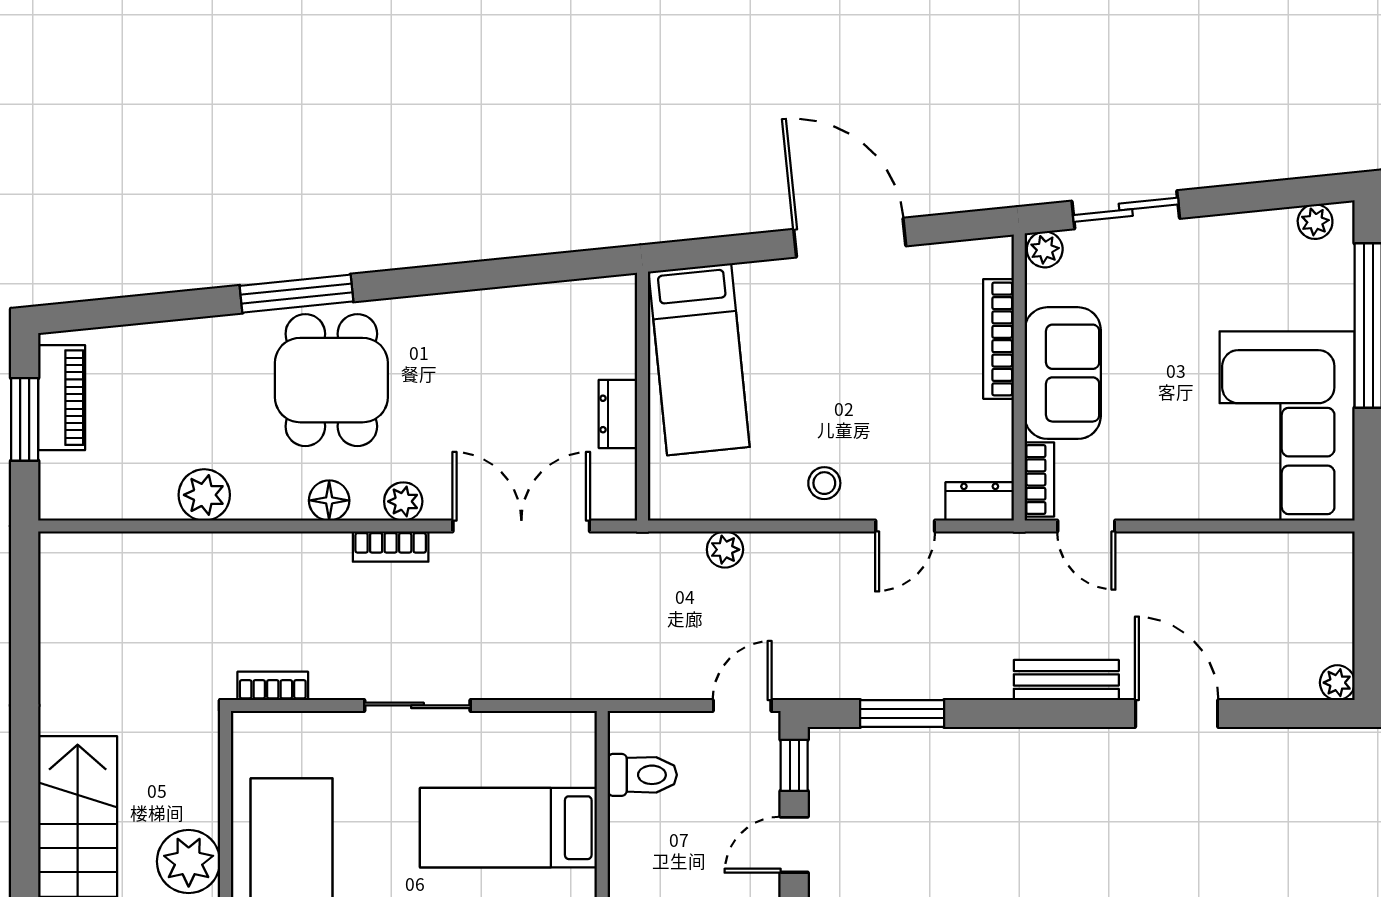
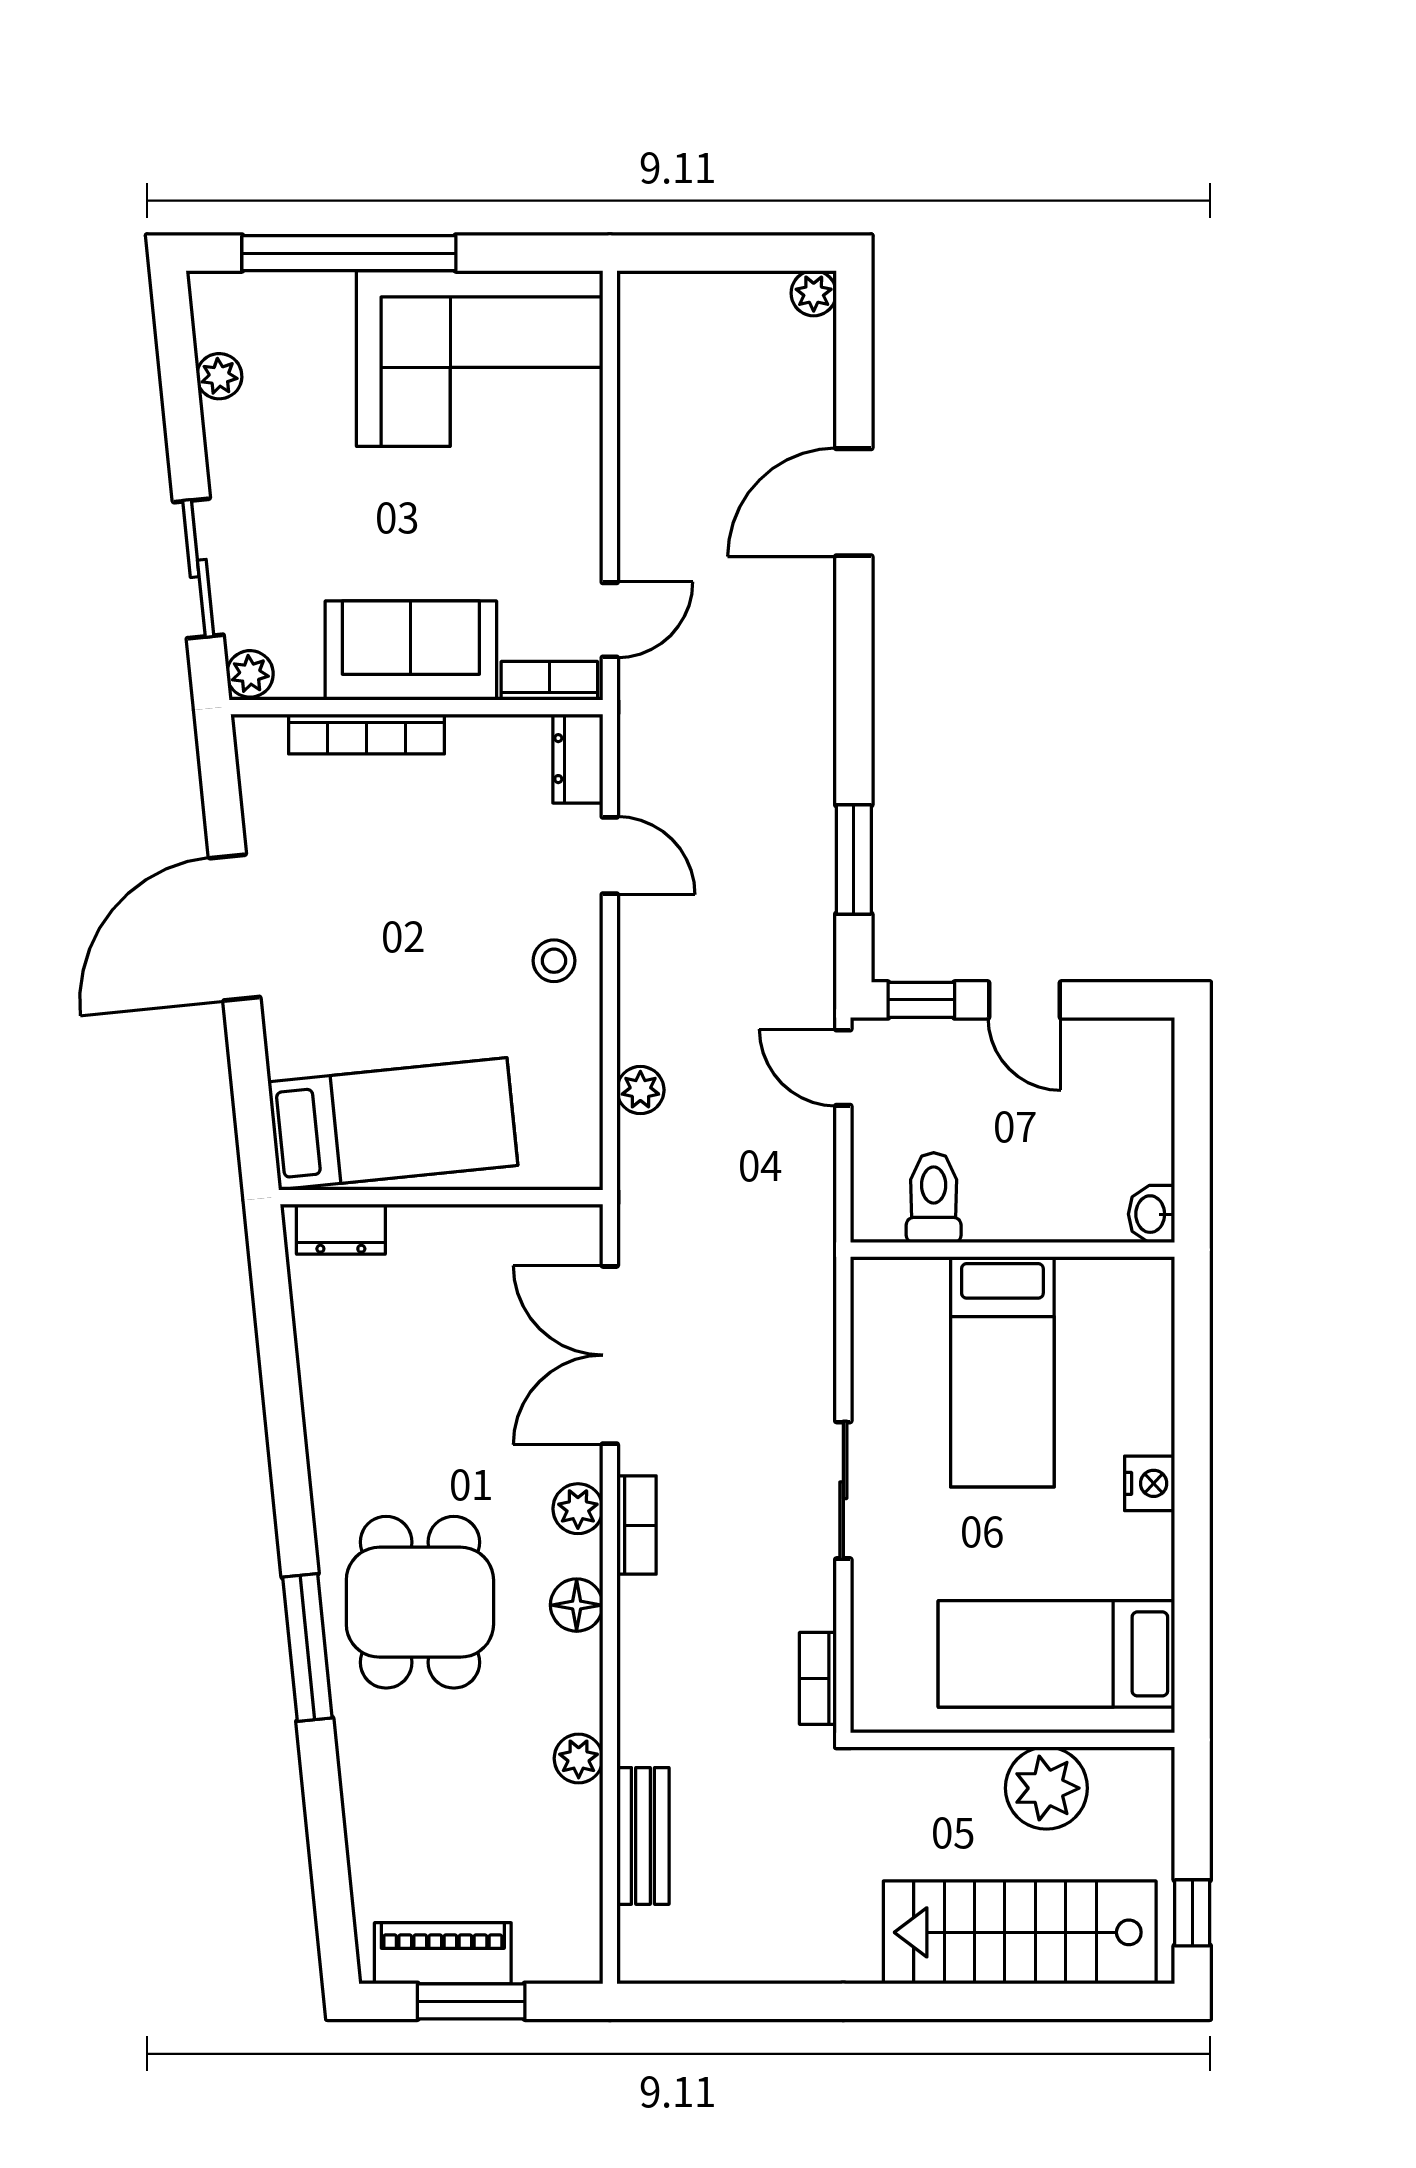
plant: (1315, 222) -> (219, 376), moved
dining table: (331, 380) -> (420, 1602), turned 90
dresser: (618, 414) -> (341, 1229), moved
plant: (204, 495) -> (579, 1758), width x0.73, depth x0.73
bench: (1066, 680) -> (643, 1836), moved

